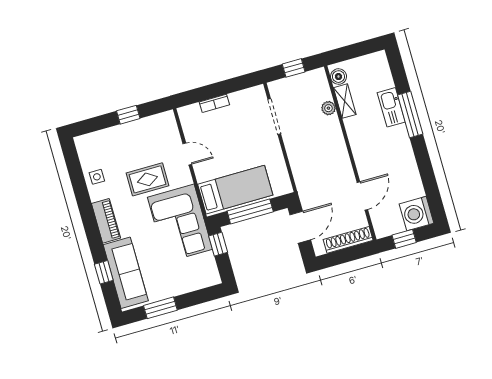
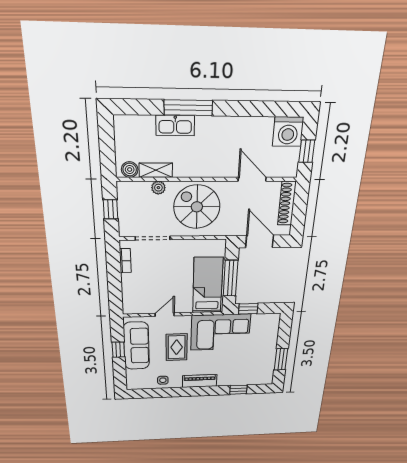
bookcase: (214, 103) -> (125, 261), moved
spiral stairs: (320, 151) -> (197, 207), added
sofa: (126, 273) -> (136, 346), moved, turned 90

